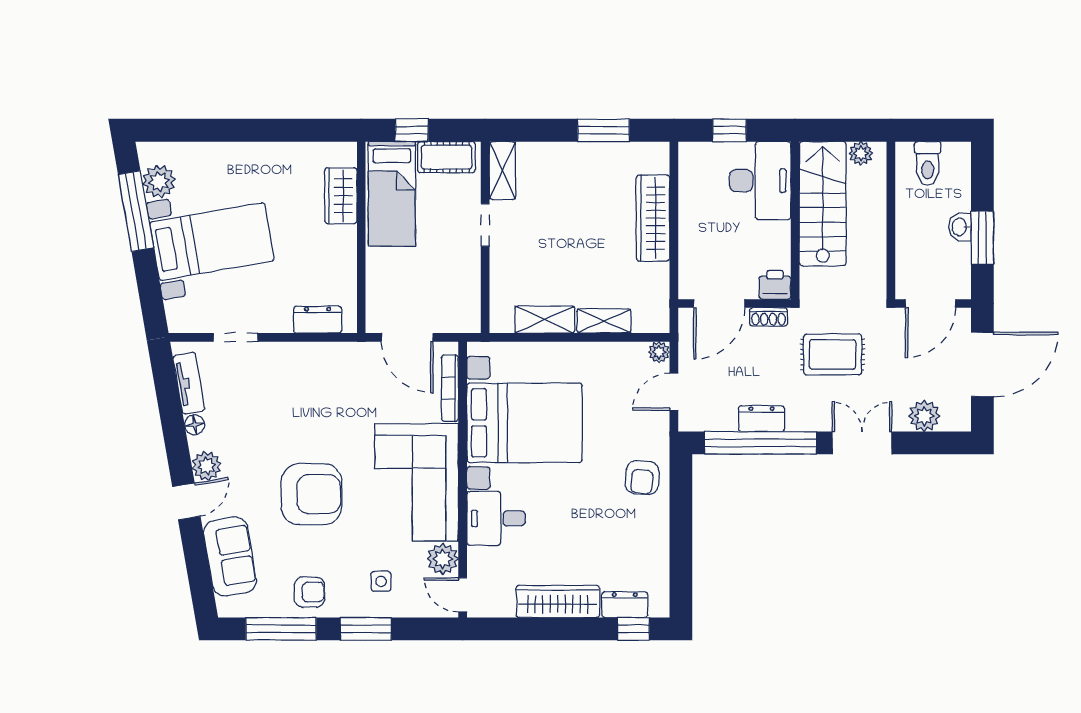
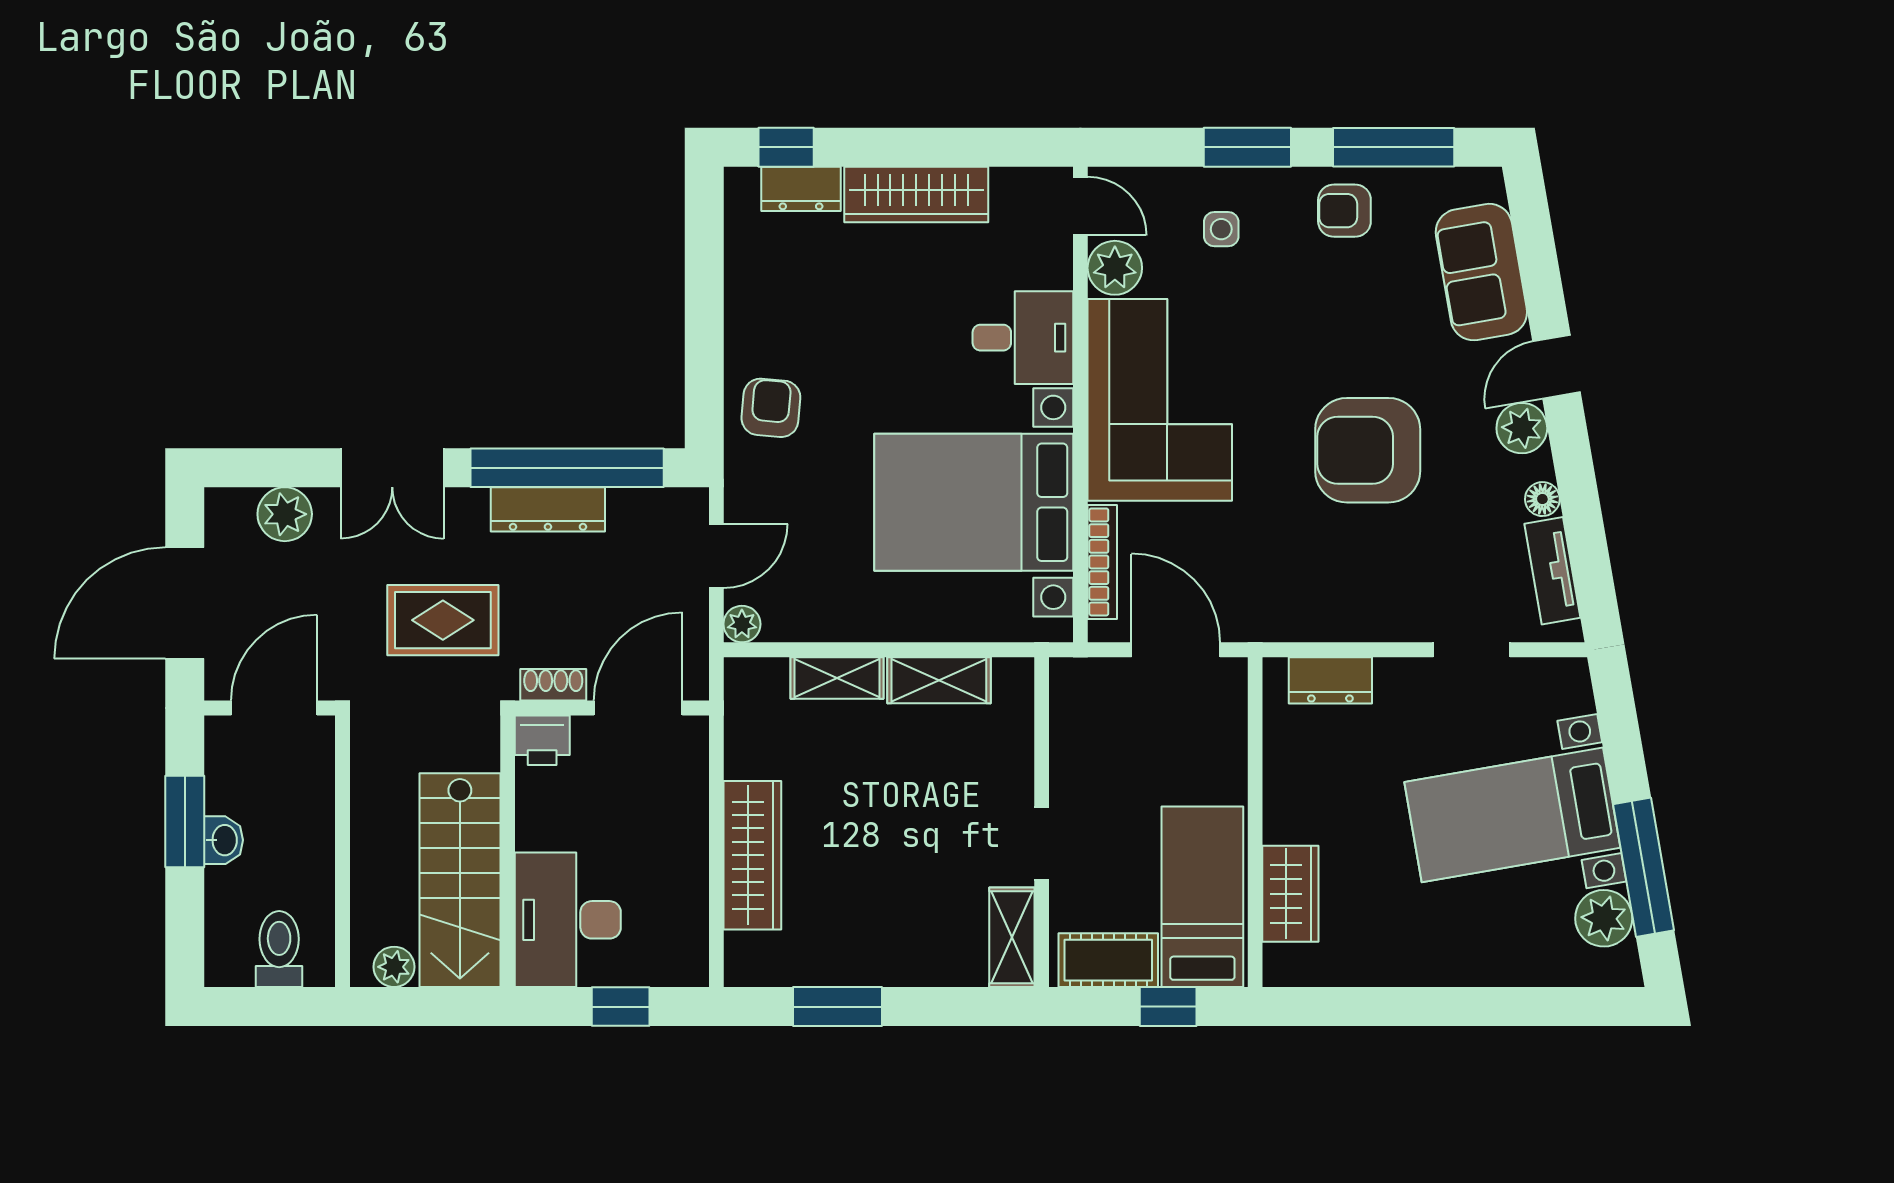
dresser: (762, 419) -> (548, 509), width x1.44
armchair: (311, 494) -> (1368, 450), moved

